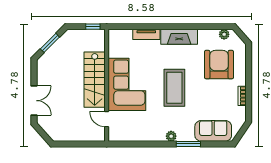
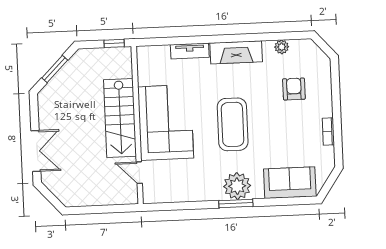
plant: (224, 34) -> (282, 47), moved
armchair: (219, 65) -> (294, 89), width x0.53, depth x0.53
plant: (171, 136) -> (237, 186), width x1.87, depth x1.87
window: (188, 144) -> (236, 203), moved

